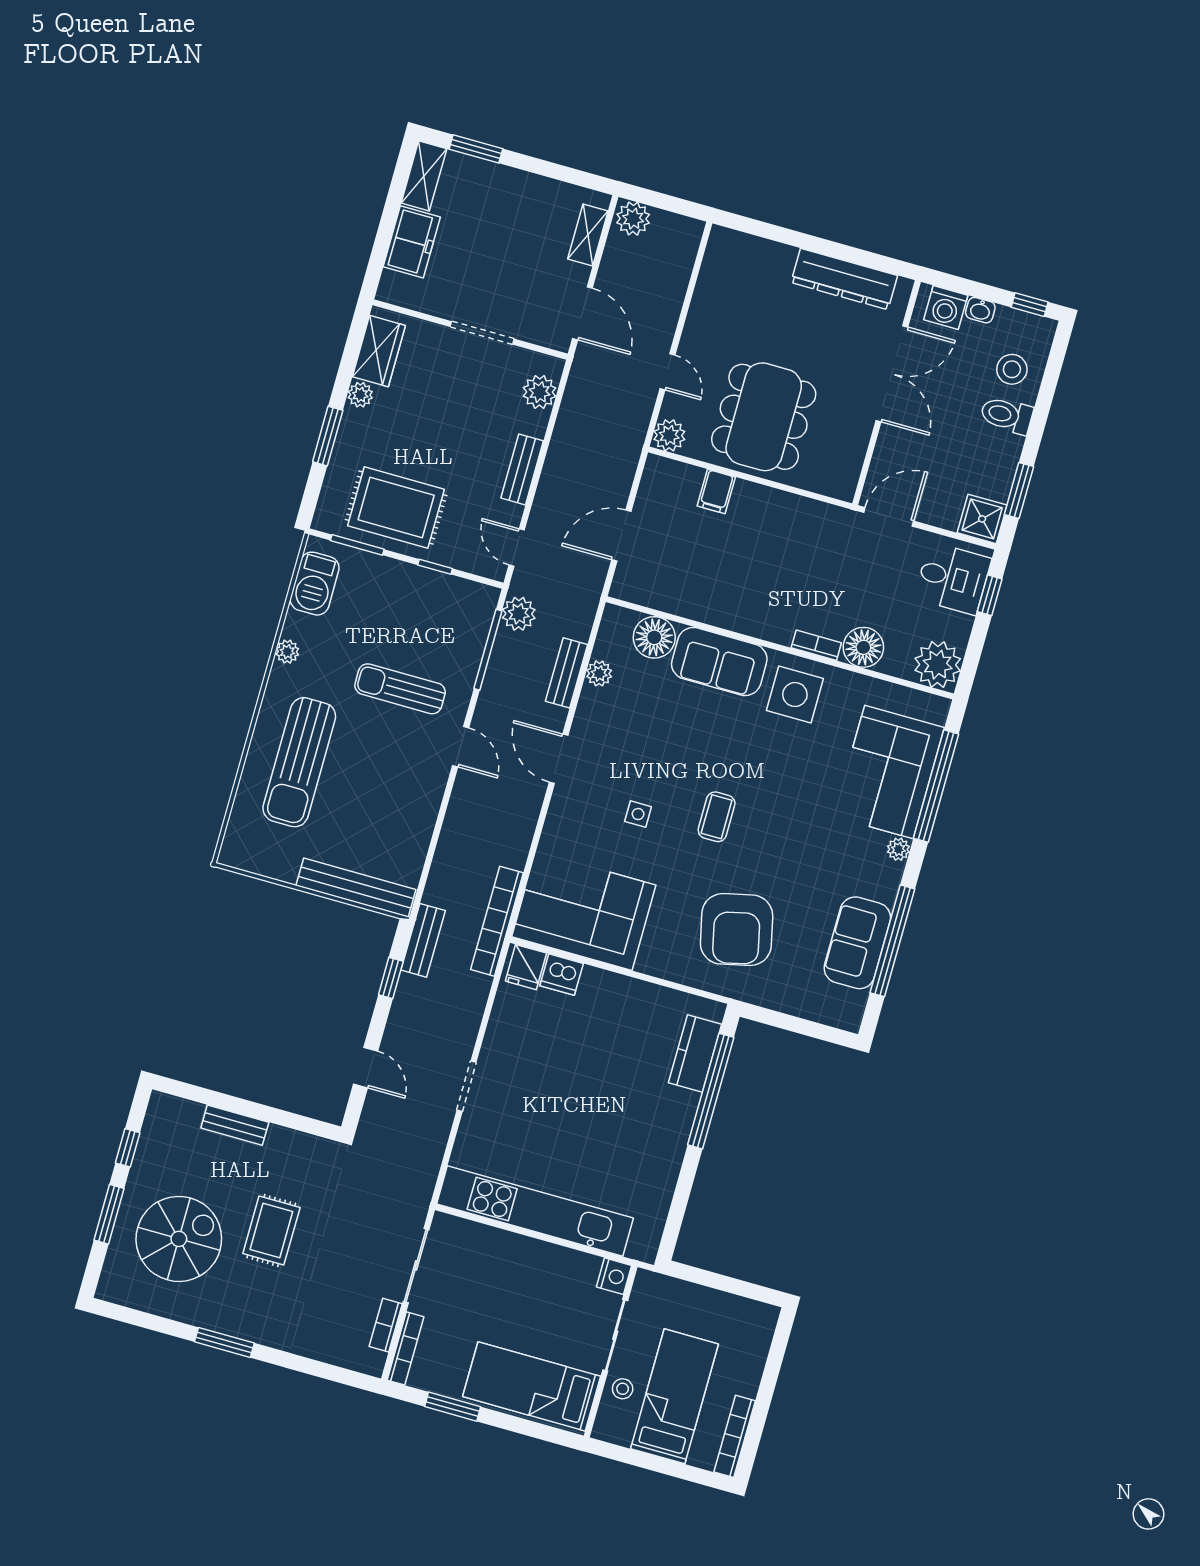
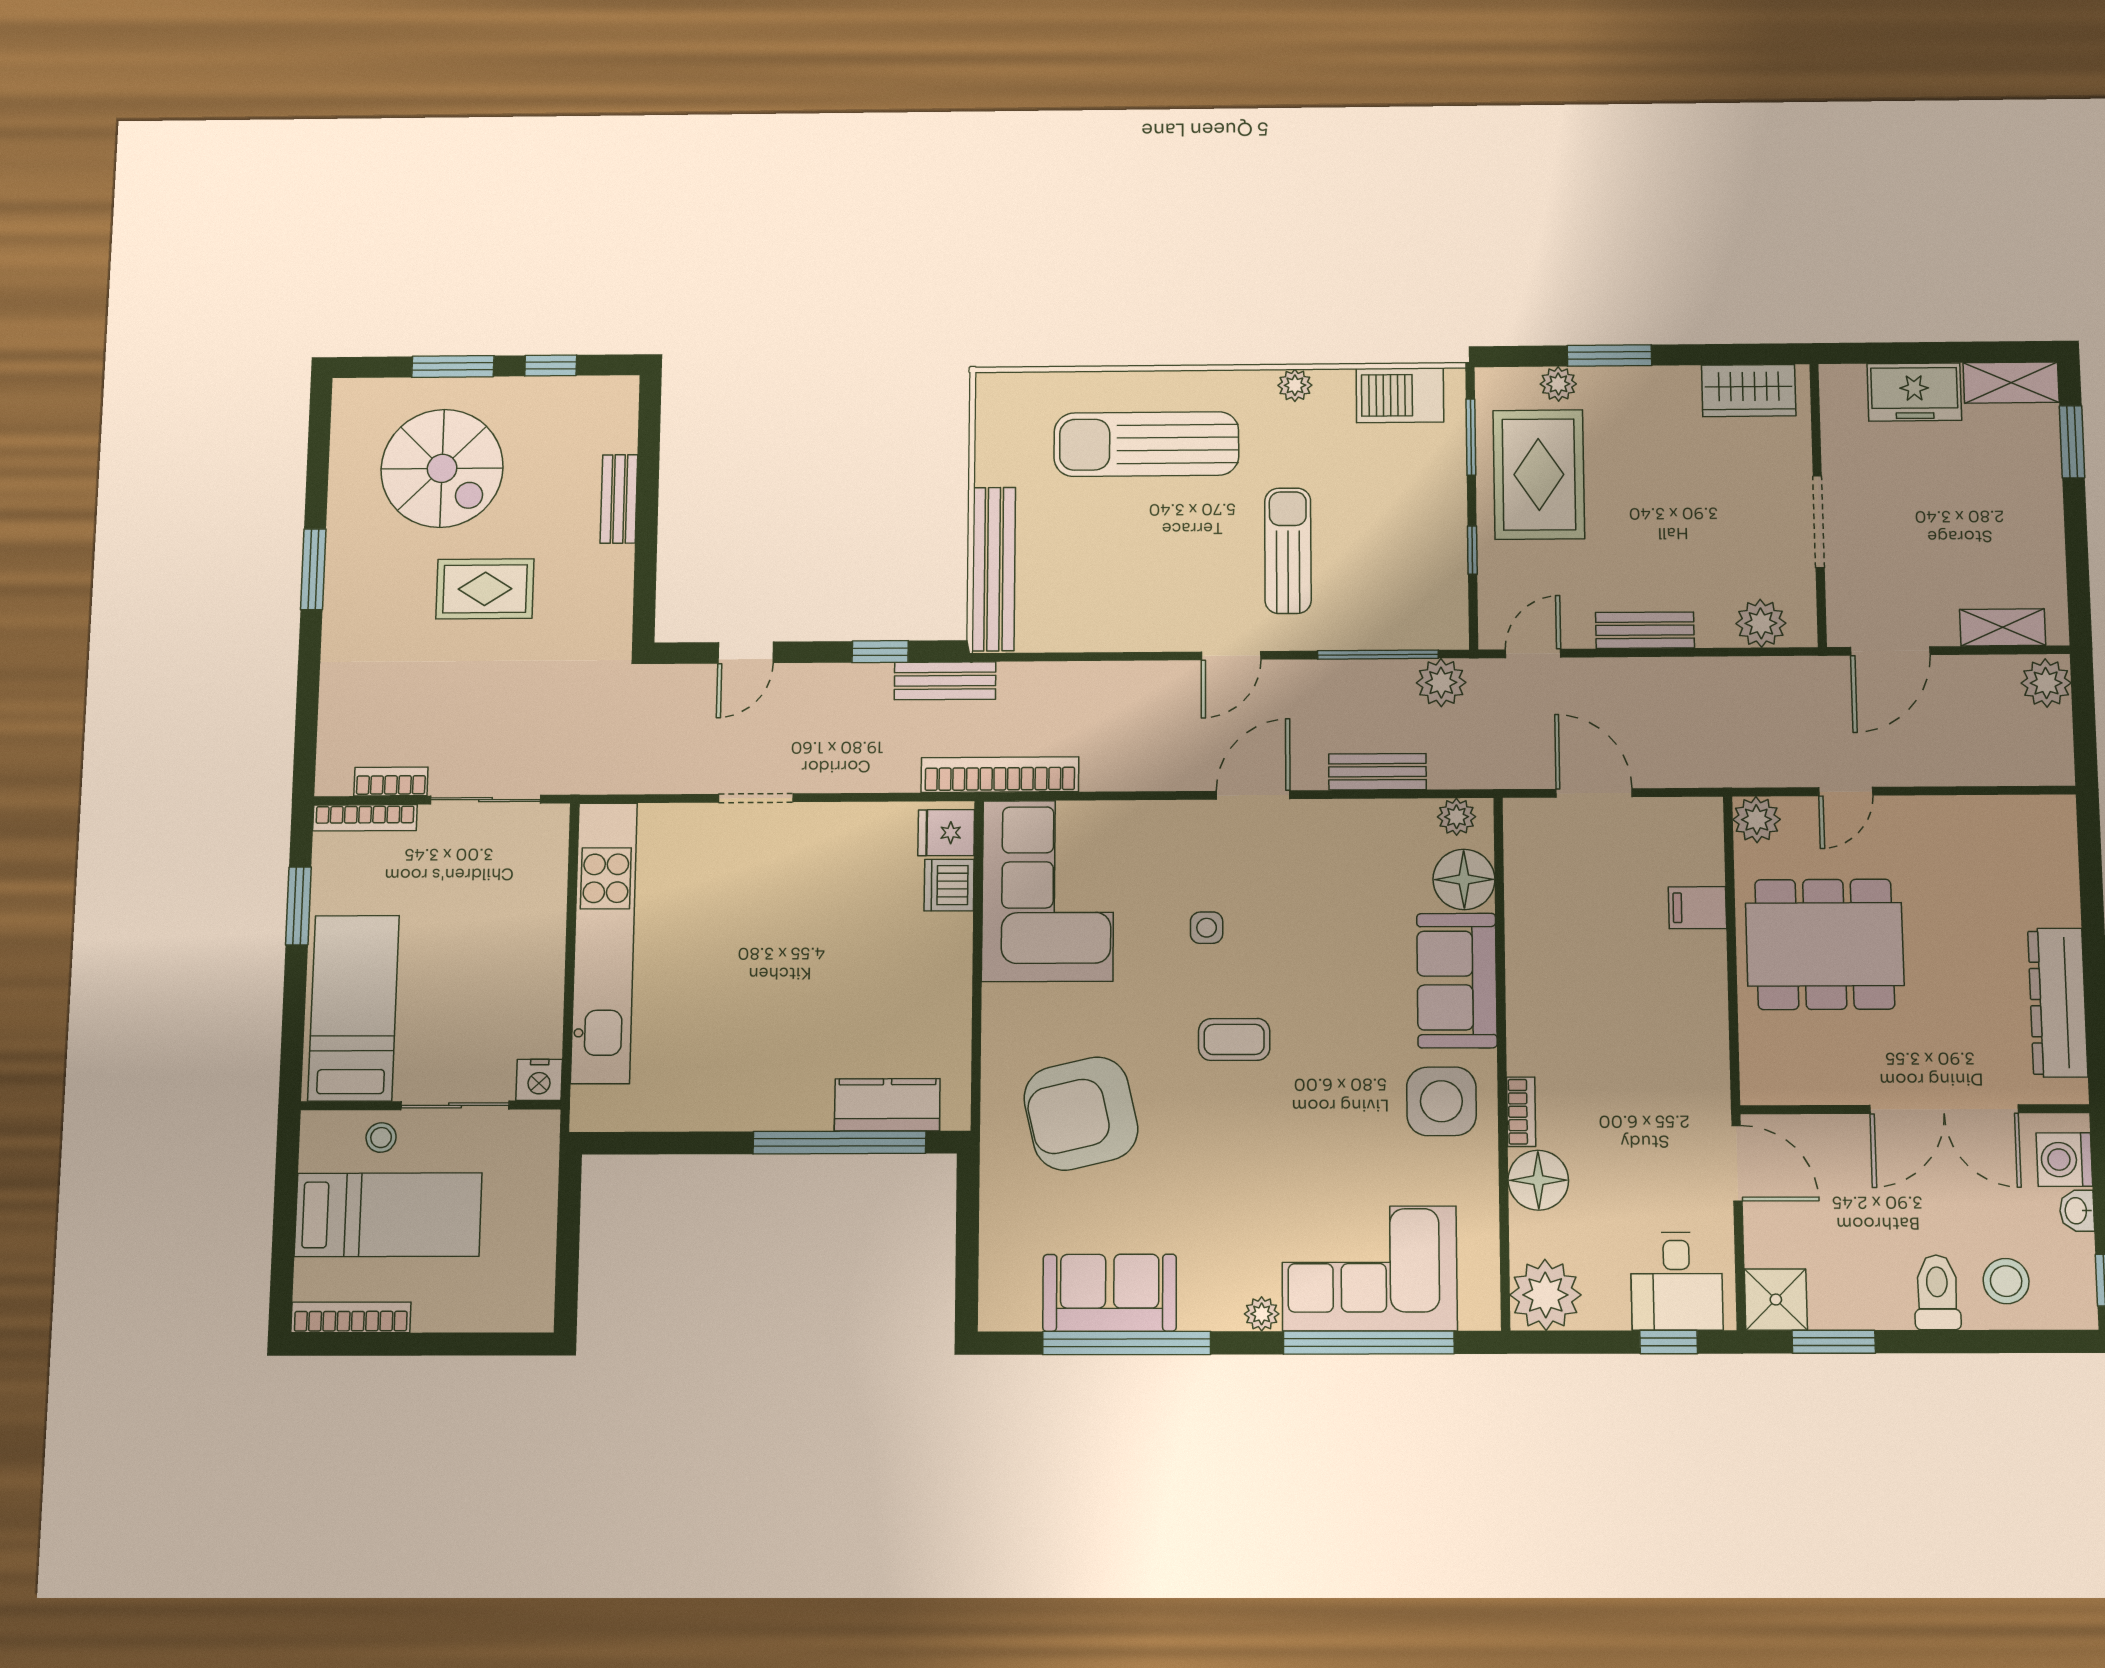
plant: (360, 395) -> (1558, 384), moved
plant: (599, 673) -> (1456, 817), moved

